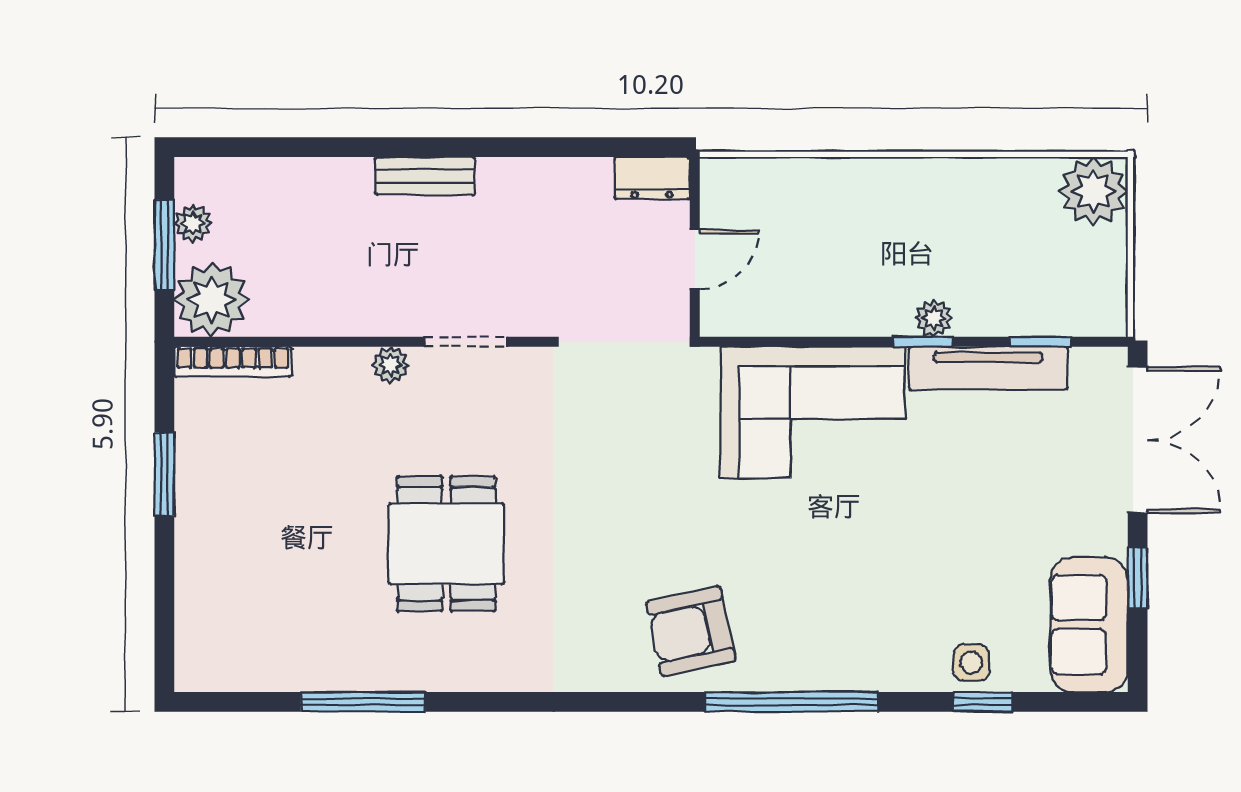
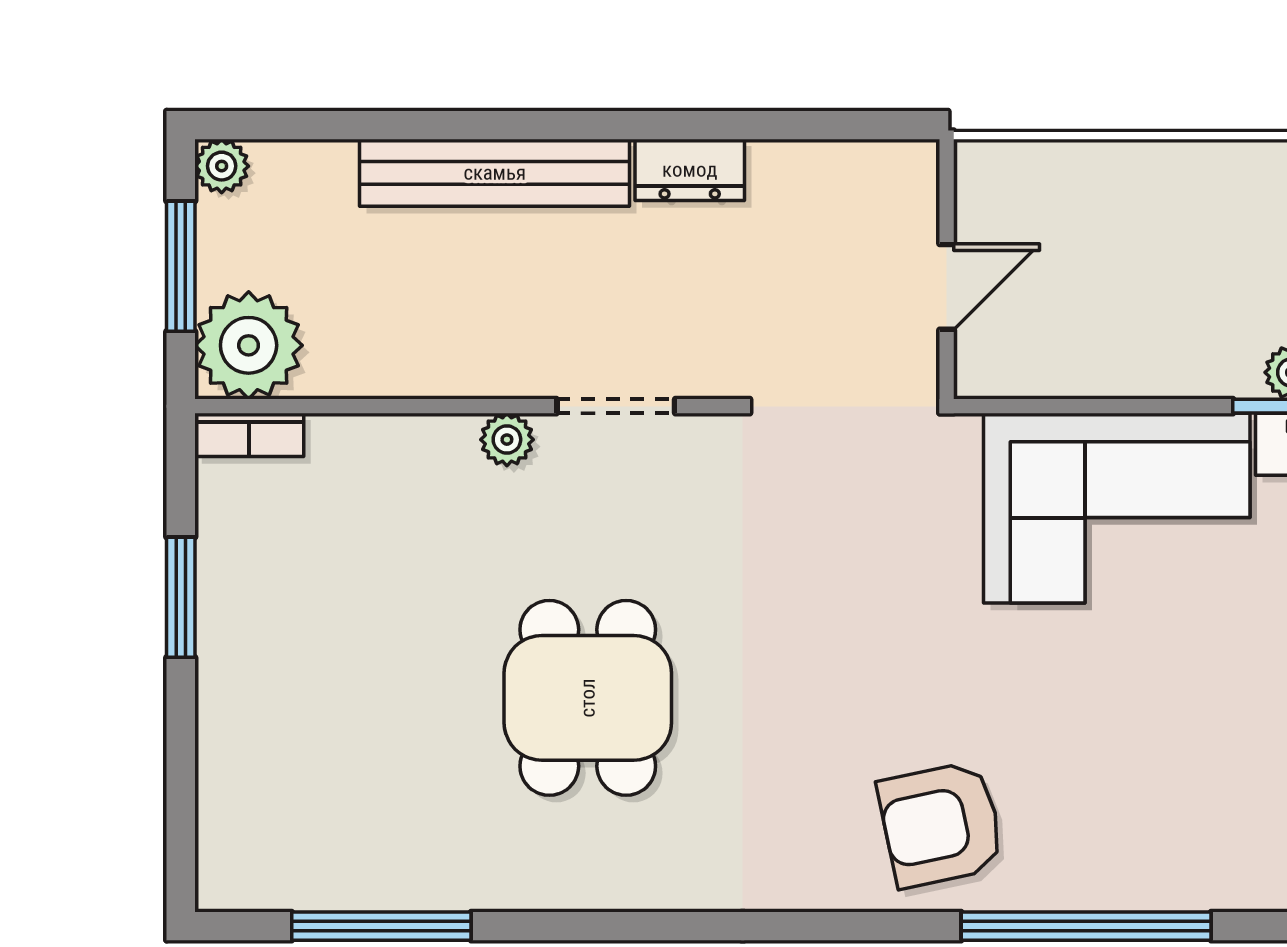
bench: (425, 176) -> (495, 173), width x1.86, depth x1.21
dresser: (652, 178) -> (690, 170), moved
plant: (193, 223) -> (222, 166), moved
bookcase: (233, 362) -> (249, 435), width x0.64
window: (363, 702) -> (381, 926), moved

